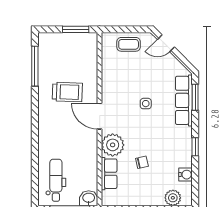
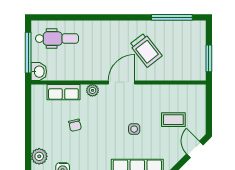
coffee table: (129, 44) -> (173, 120), moved, turned 90
trolley: (67, 92) -> (146, 50), turned -40
plant: (113, 145) -> (92, 90), width x0.53, depth x0.53

